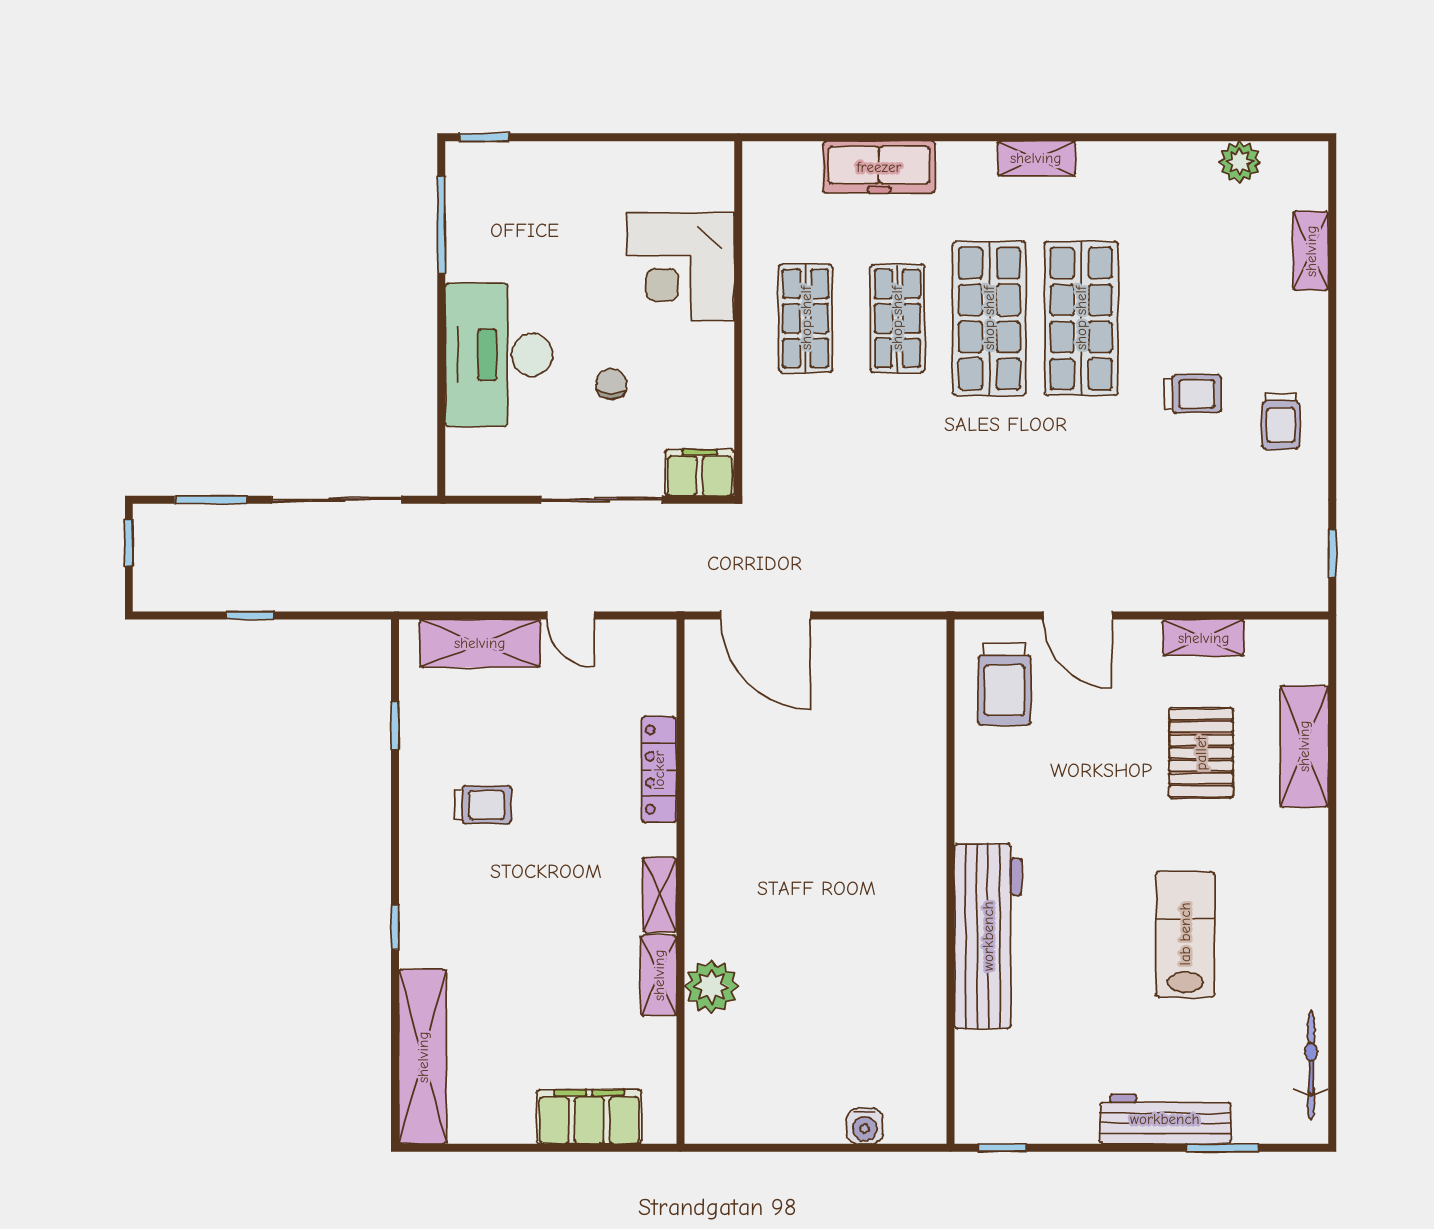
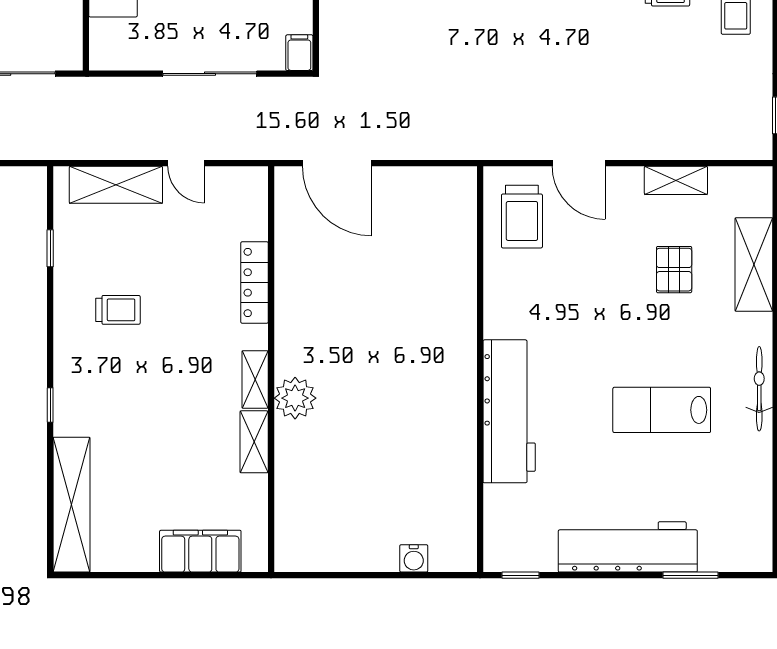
filing cabinet: (700, 473) -> (299, 53), width x0.50
pallet: (1201, 753) -> (674, 270), width x0.67, depth x0.71
lab bench: (1185, 934) -> (662, 410), turned -90
plant: (711, 987) -> (295, 398), moved
bicycle: (1311, 1065) -> (759, 389), moved
workbench: (1165, 1119) -> (628, 547), width x1.36, depth x1.32

